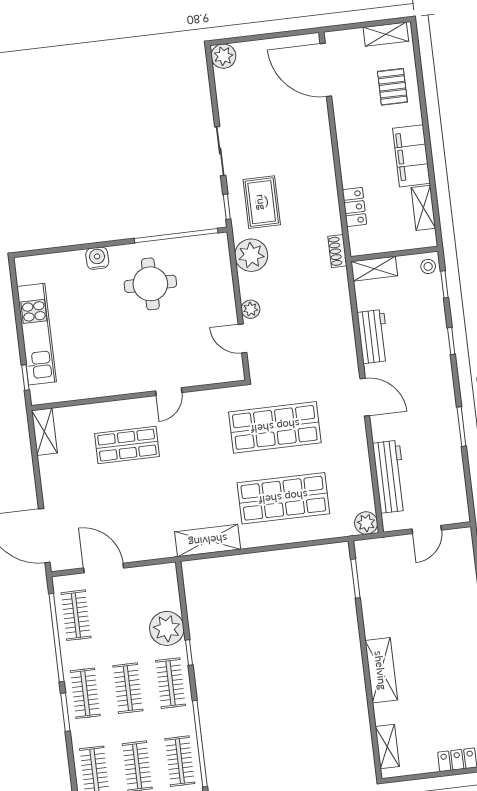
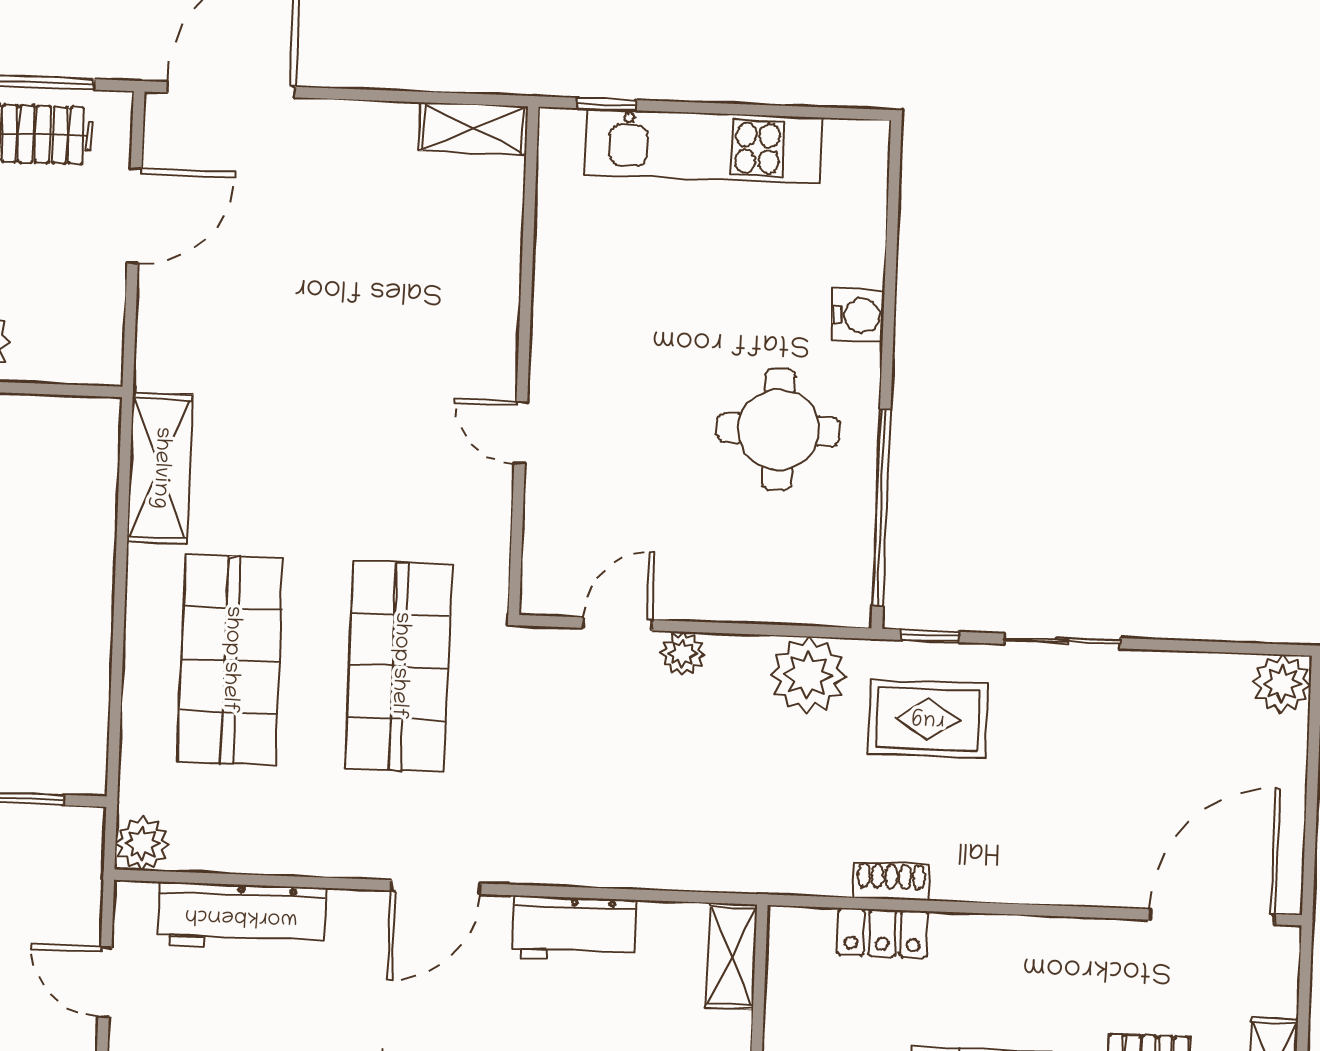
shoe rack: (337, 251) -> (891, 881), moved
shop shelf: (127, 445) -> (412, 316), removed

